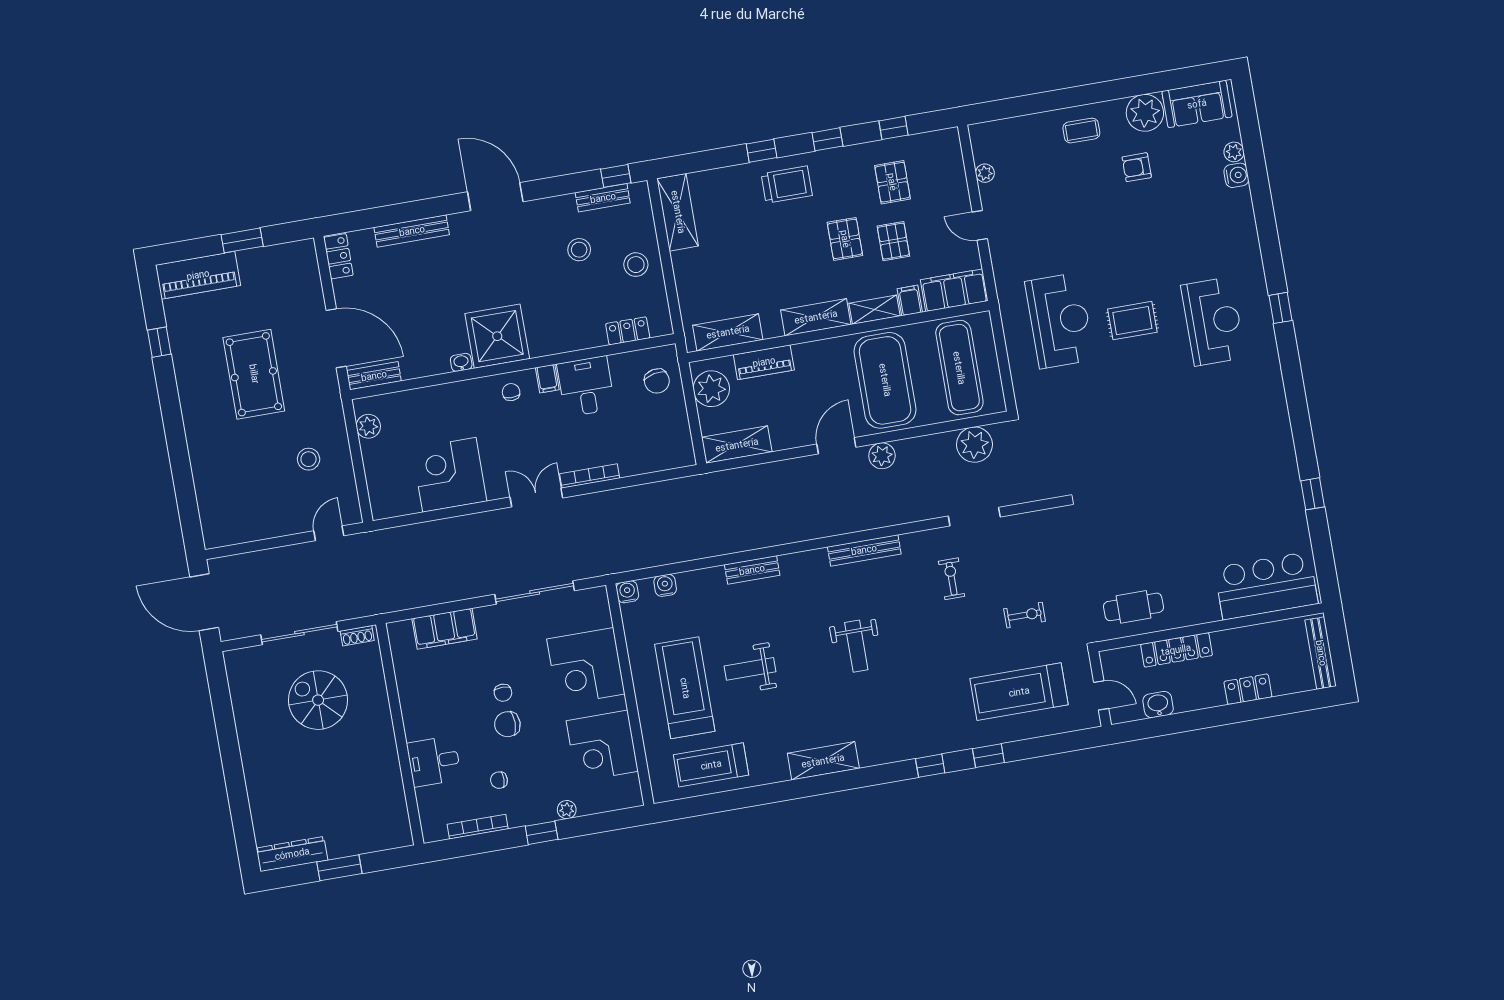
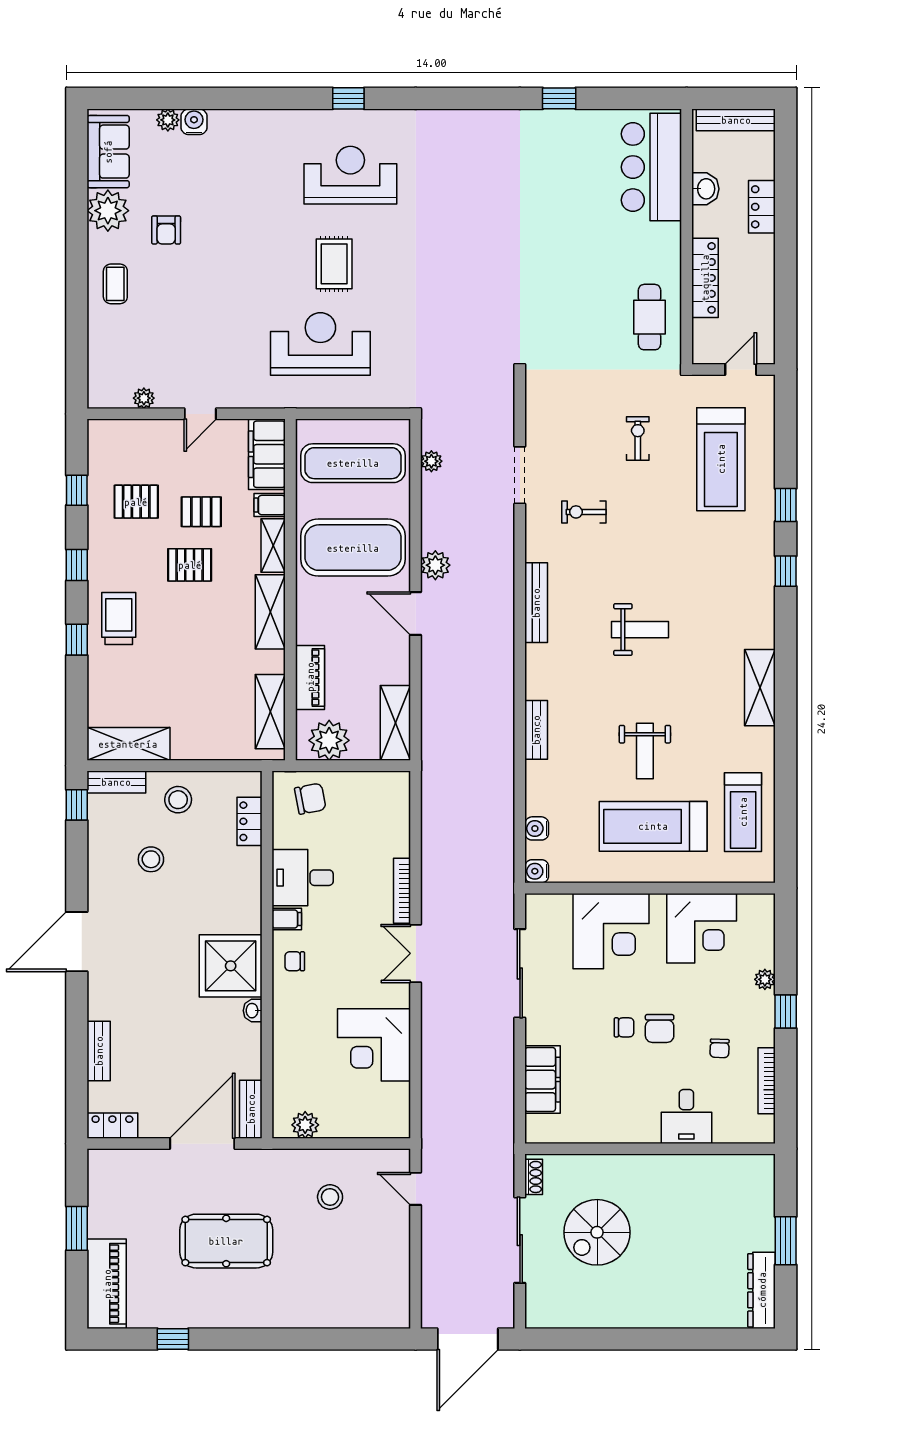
bench: (603, 198) -> (116, 782), moved, turned 90
bench: (412, 231) -> (99, 1051), width x0.73
plant: (974, 445) -> (431, 461), width x0.53, depth x0.53
washbasin: (1158, 705) -> (705, 189), moved, turned 180

